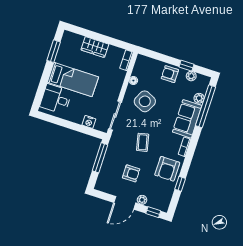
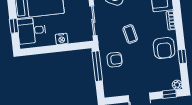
window: (42, 88) -> (14, 26), added
nightstand: (89, 122) -> (62, 39), moved
armchair: (131, 173) -> (115, 60), moved
plant: (142, 200) -> (177, 85), moved

